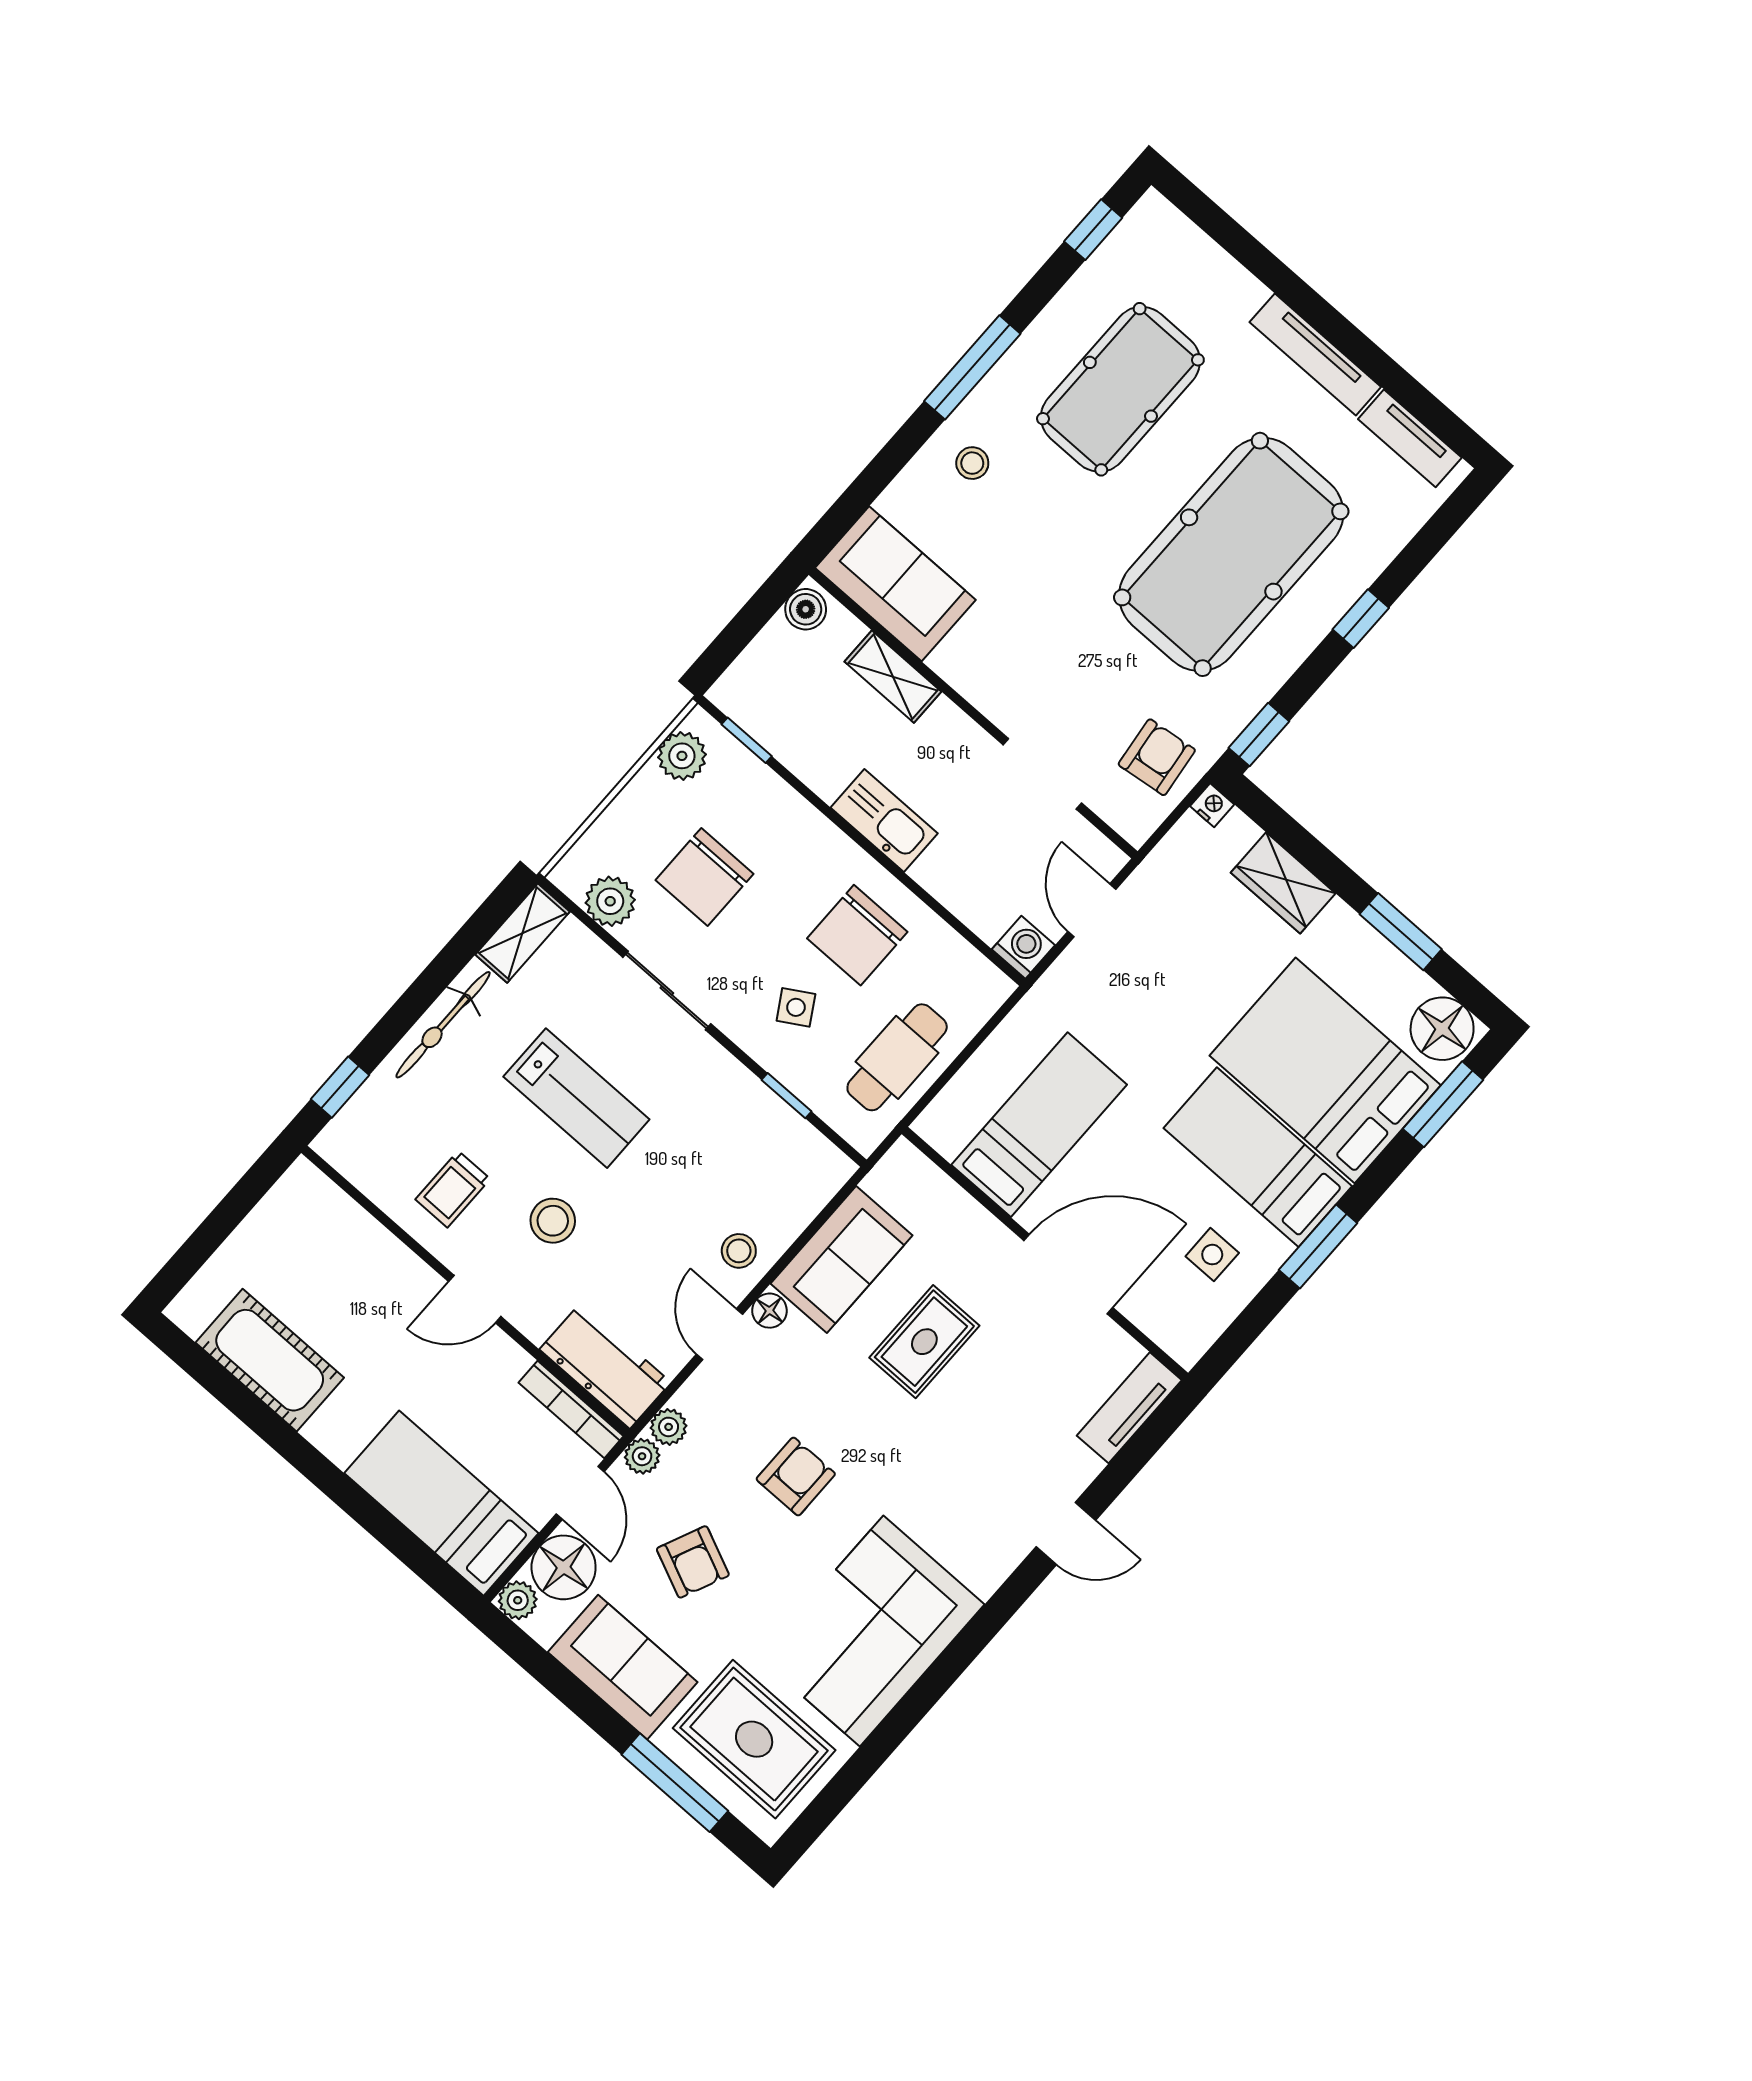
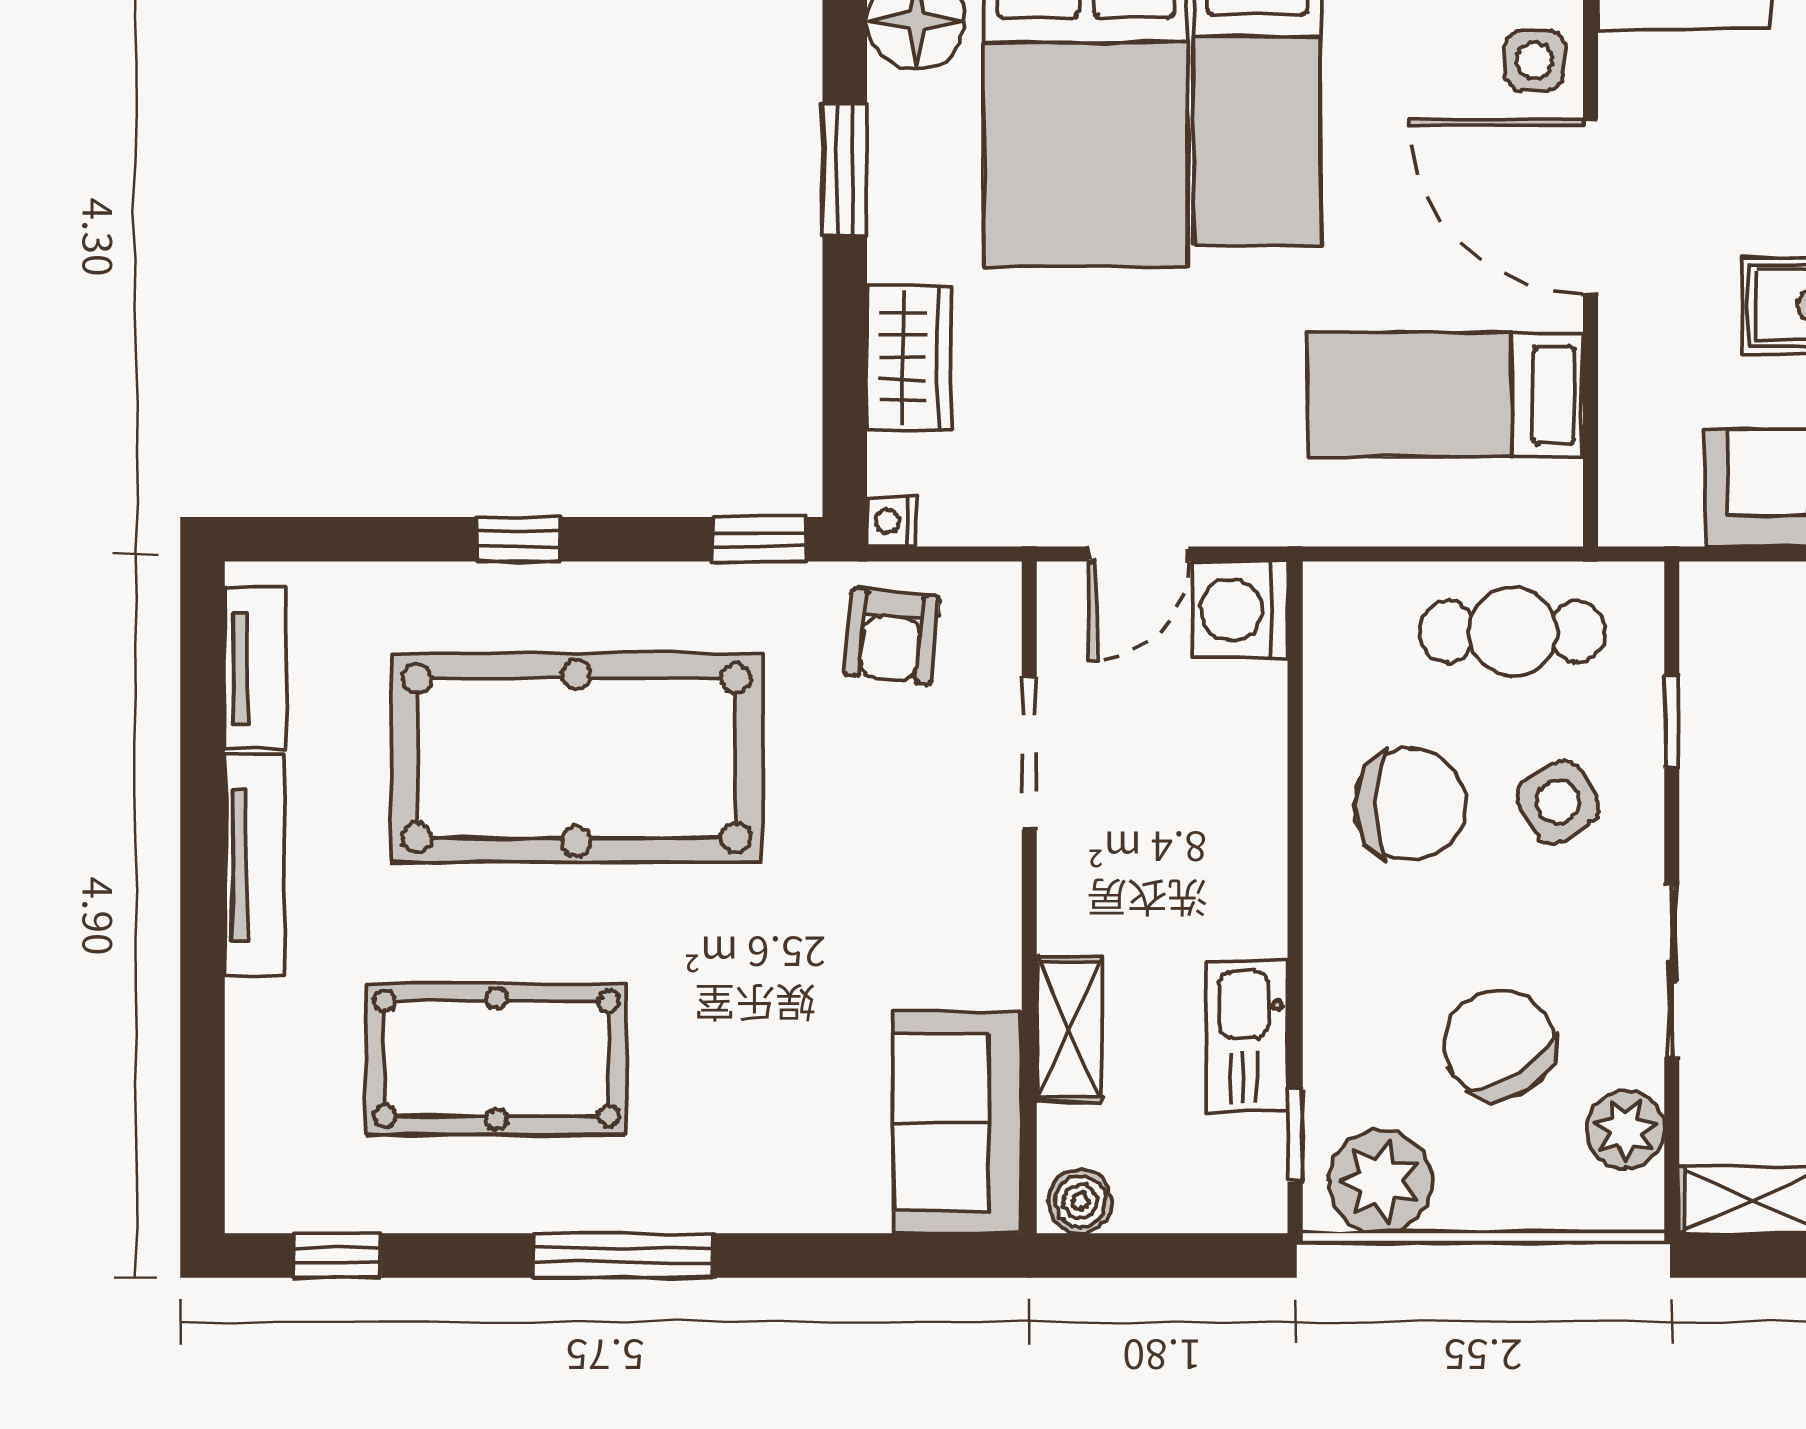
stool: (972, 463) -> (736, 1157), removed
plant: (682, 756) -> (1380, 1182), width x1.36, depth x1.36
armchair: (1157, 757) -> (892, 636), turned -77
kitchen sink: (884, 820) -> (1247, 1035), moved
chair: (704, 877) -> (1499, 1044), turned -122
washing machine: (1023, 947) -> (1239, 610), width x1.38, depth x1.38
side table: (796, 1007) -> (1558, 802), width x1.37, depth x1.37
side table: (1212, 1255) -> (1535, 60), moved

